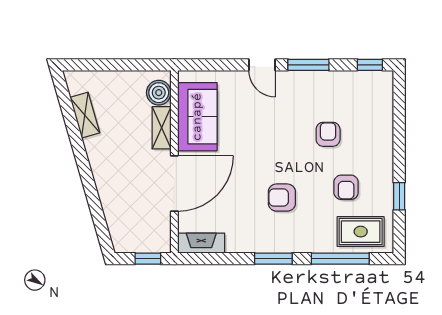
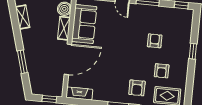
window: (92, 196) -> (22, 62), added
window: (399, 196) -> (193, 51), moved
armchair: (282, 198) -> (137, 88), moved, turned -90

